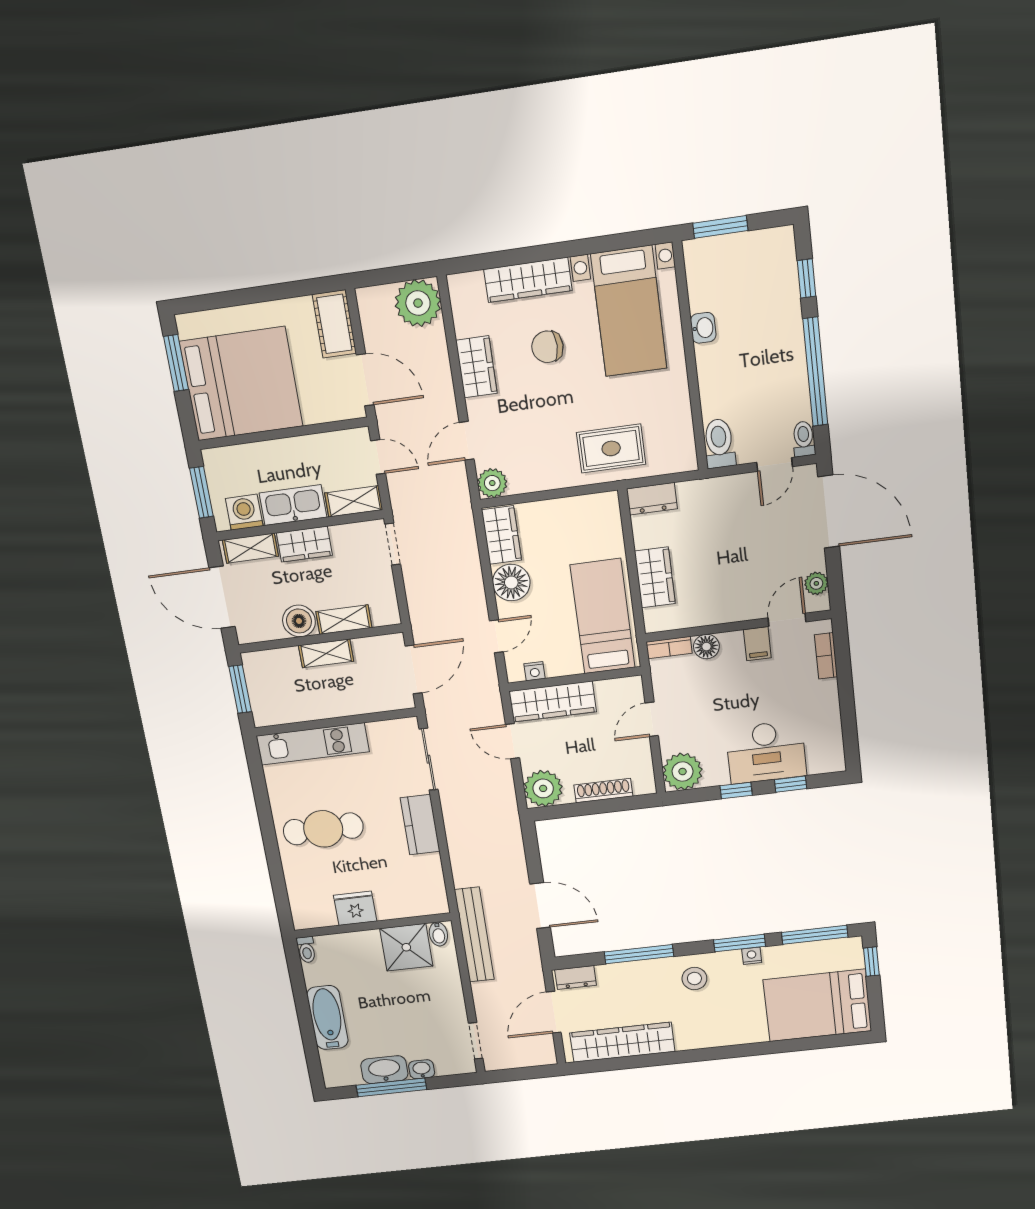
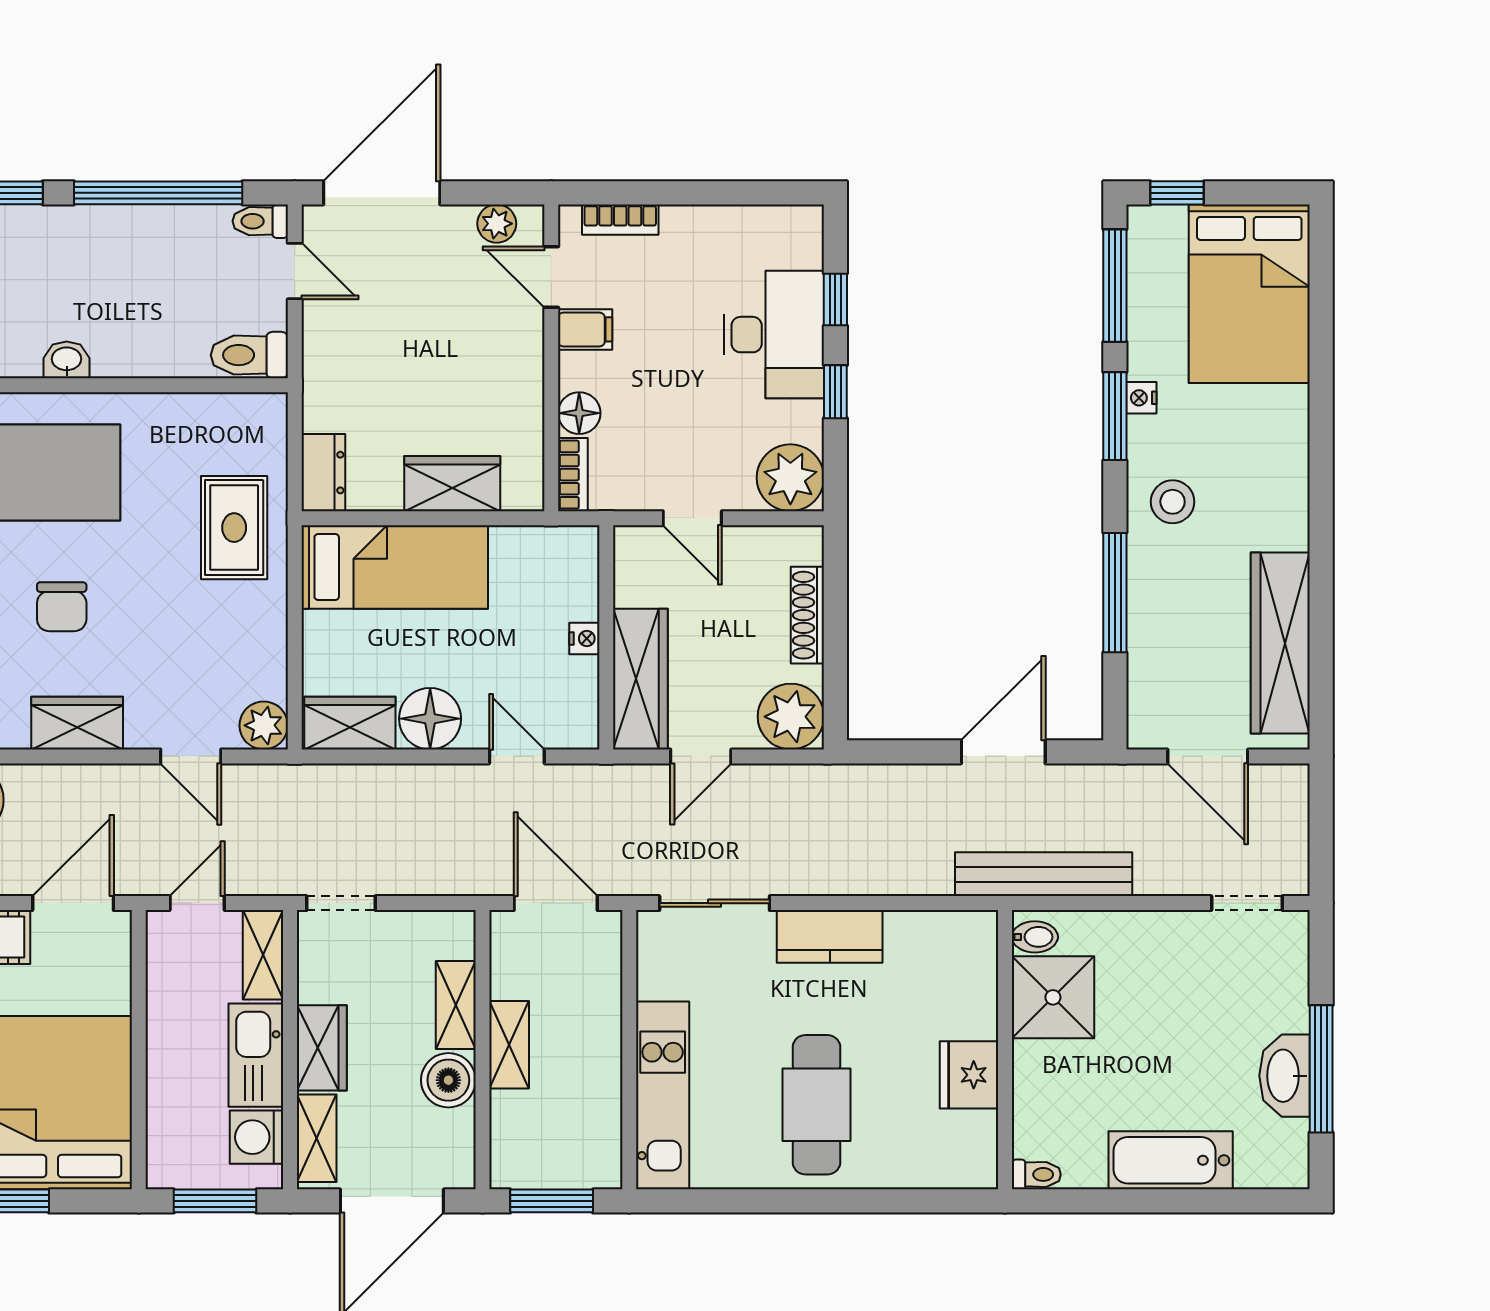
bed: (603, 616) -> (395, 567), moved, turned 180
nightstand: (535, 671) -> (584, 639), moved
dresser: (576, 977) -> (1146, 709), removed
washbasin: (422, 1069) -> (1292, 1009), removed

